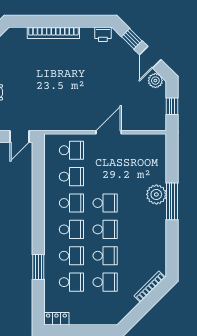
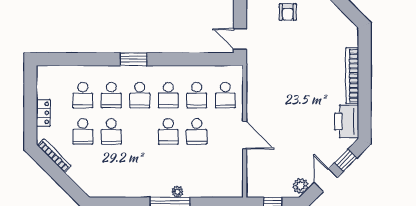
printer: (103, 34) -> (347, 121), width x1.87, depth x1.48
door: (150, 57) -> (326, 180), hinge flipped
plant: (156, 194) -> (177, 192), width x0.53, depth x0.53
school desk: (105, 229) -> (197, 131), moved
window: (38, 267) -> (133, 59), moved
bookcase: (150, 287) -> (54, 156), moved
locker: (56, 319) -> (43, 113), moved

